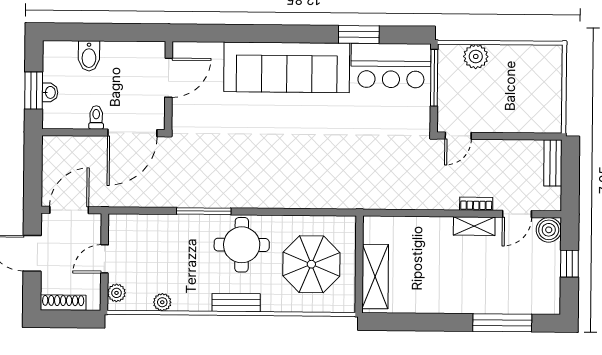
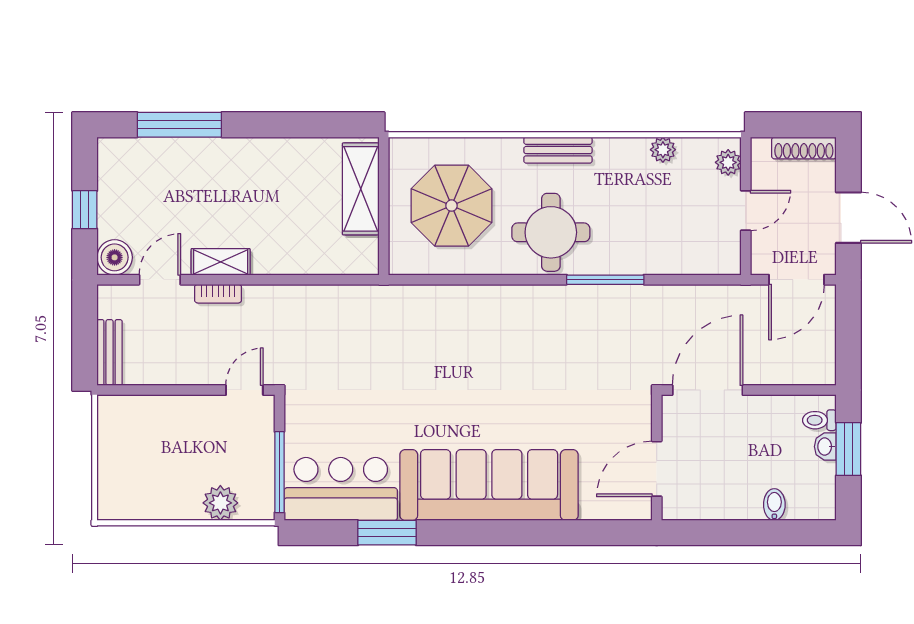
bidet: (89, 56) -> (774, 505), width x0.72, depth x0.74
toilet: (96, 117) -> (819, 420), moved, turned 90

